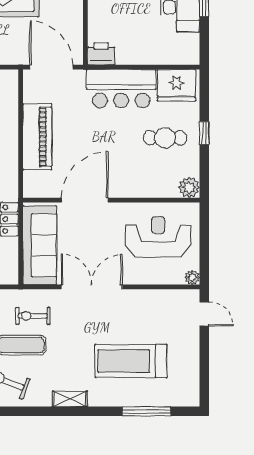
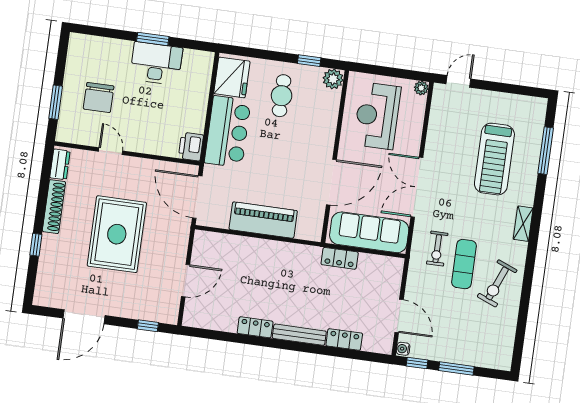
door: (51, 67) -> (197, 197), hinge flipped
window: (204, 133) -> (309, 61), moved
door: (85, 200) -> (331, 182), swing flipped

